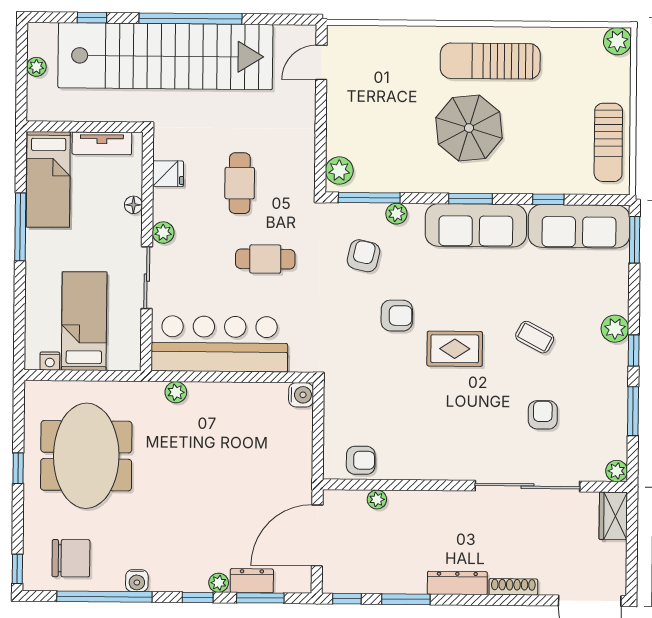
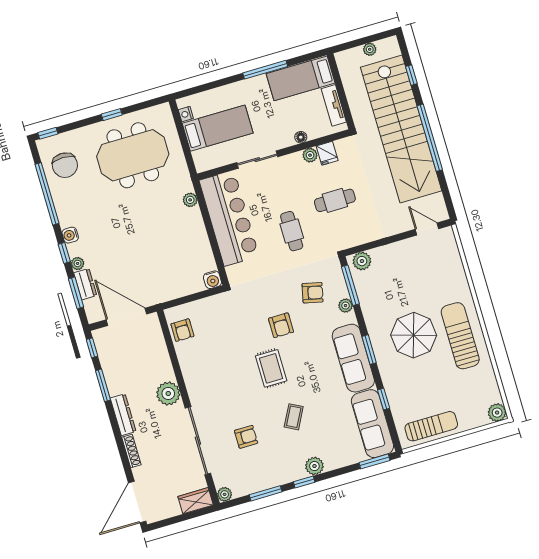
sun lounger: (608, 142) -> (431, 426), turned 180
plant: (163, 233) -> (310, 155), moved
plant: (377, 499) -> (168, 394), moved, width x1.88, depth x1.88
water cooler: (137, 581) -> (70, 235), moved

